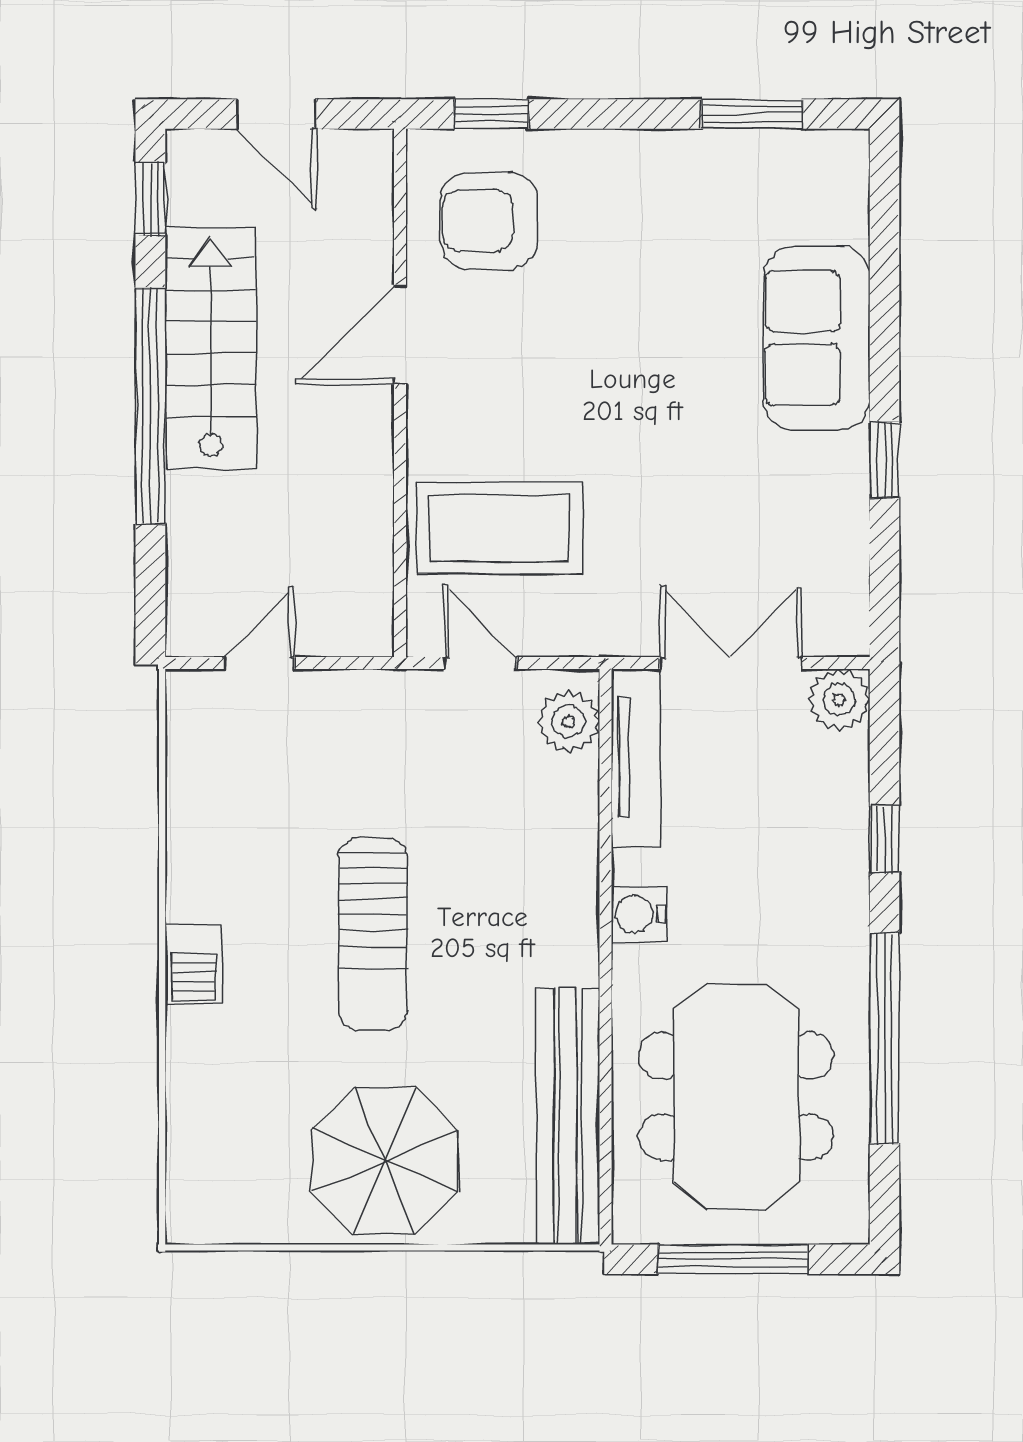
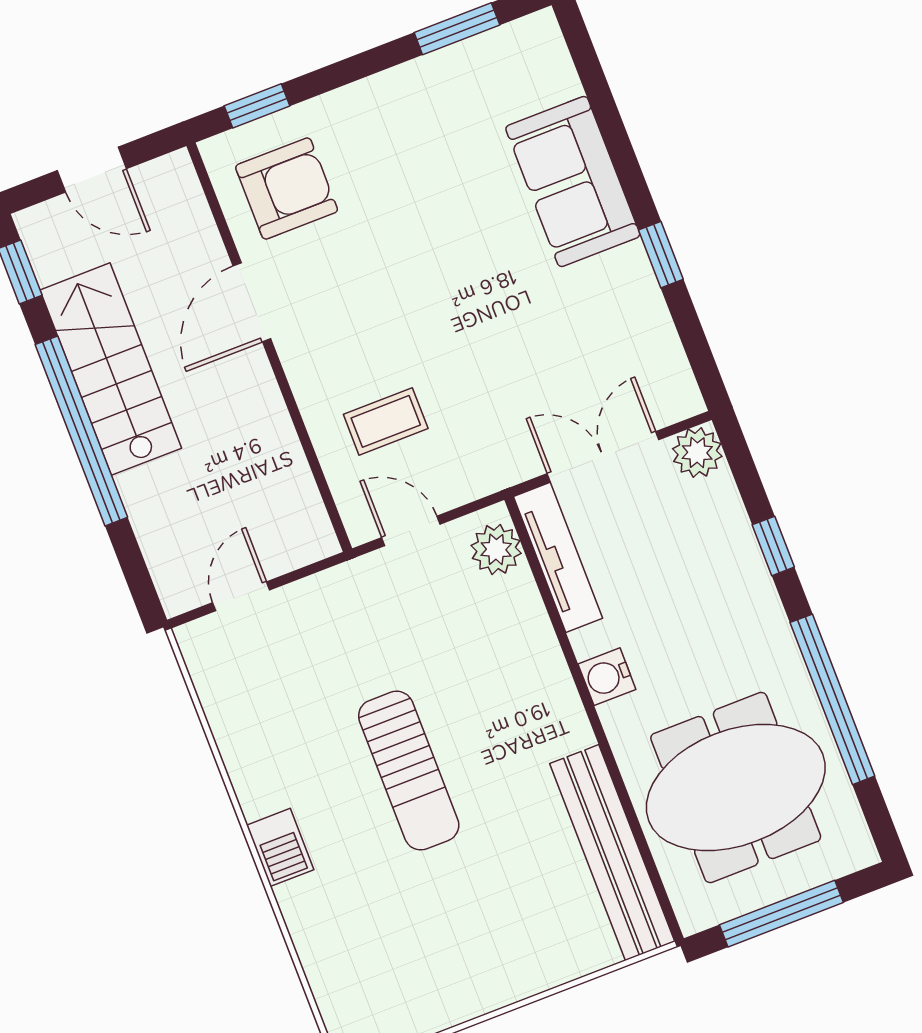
armchair: (489, 221) -> (287, 188), turned 180
coffee table: (500, 528) -> (386, 421), width x0.54, depth x0.58
meeting table: (736, 1096) -> (736, 787), turned 90
parasol: (385, 1161) -> (485, 941), removed

